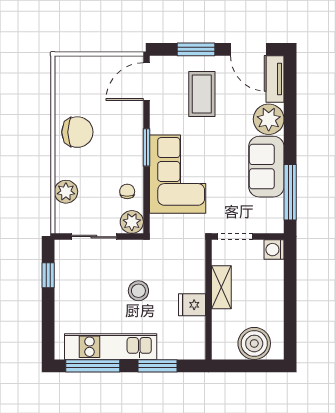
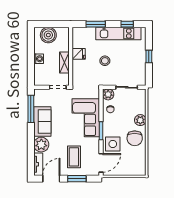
door: (248, 49) -> (51, 179), hinge flipped
side table: (122, 120) -> (113, 144), added
chair: (77, 132) -> (135, 138), turned -90
plant: (66, 192) -> (140, 120), moved
washing machine: (274, 250) -> (39, 59), moved
window: (48, 275) -> (149, 56), moved
window: (93, 366) -> (127, 24), width x0.46

